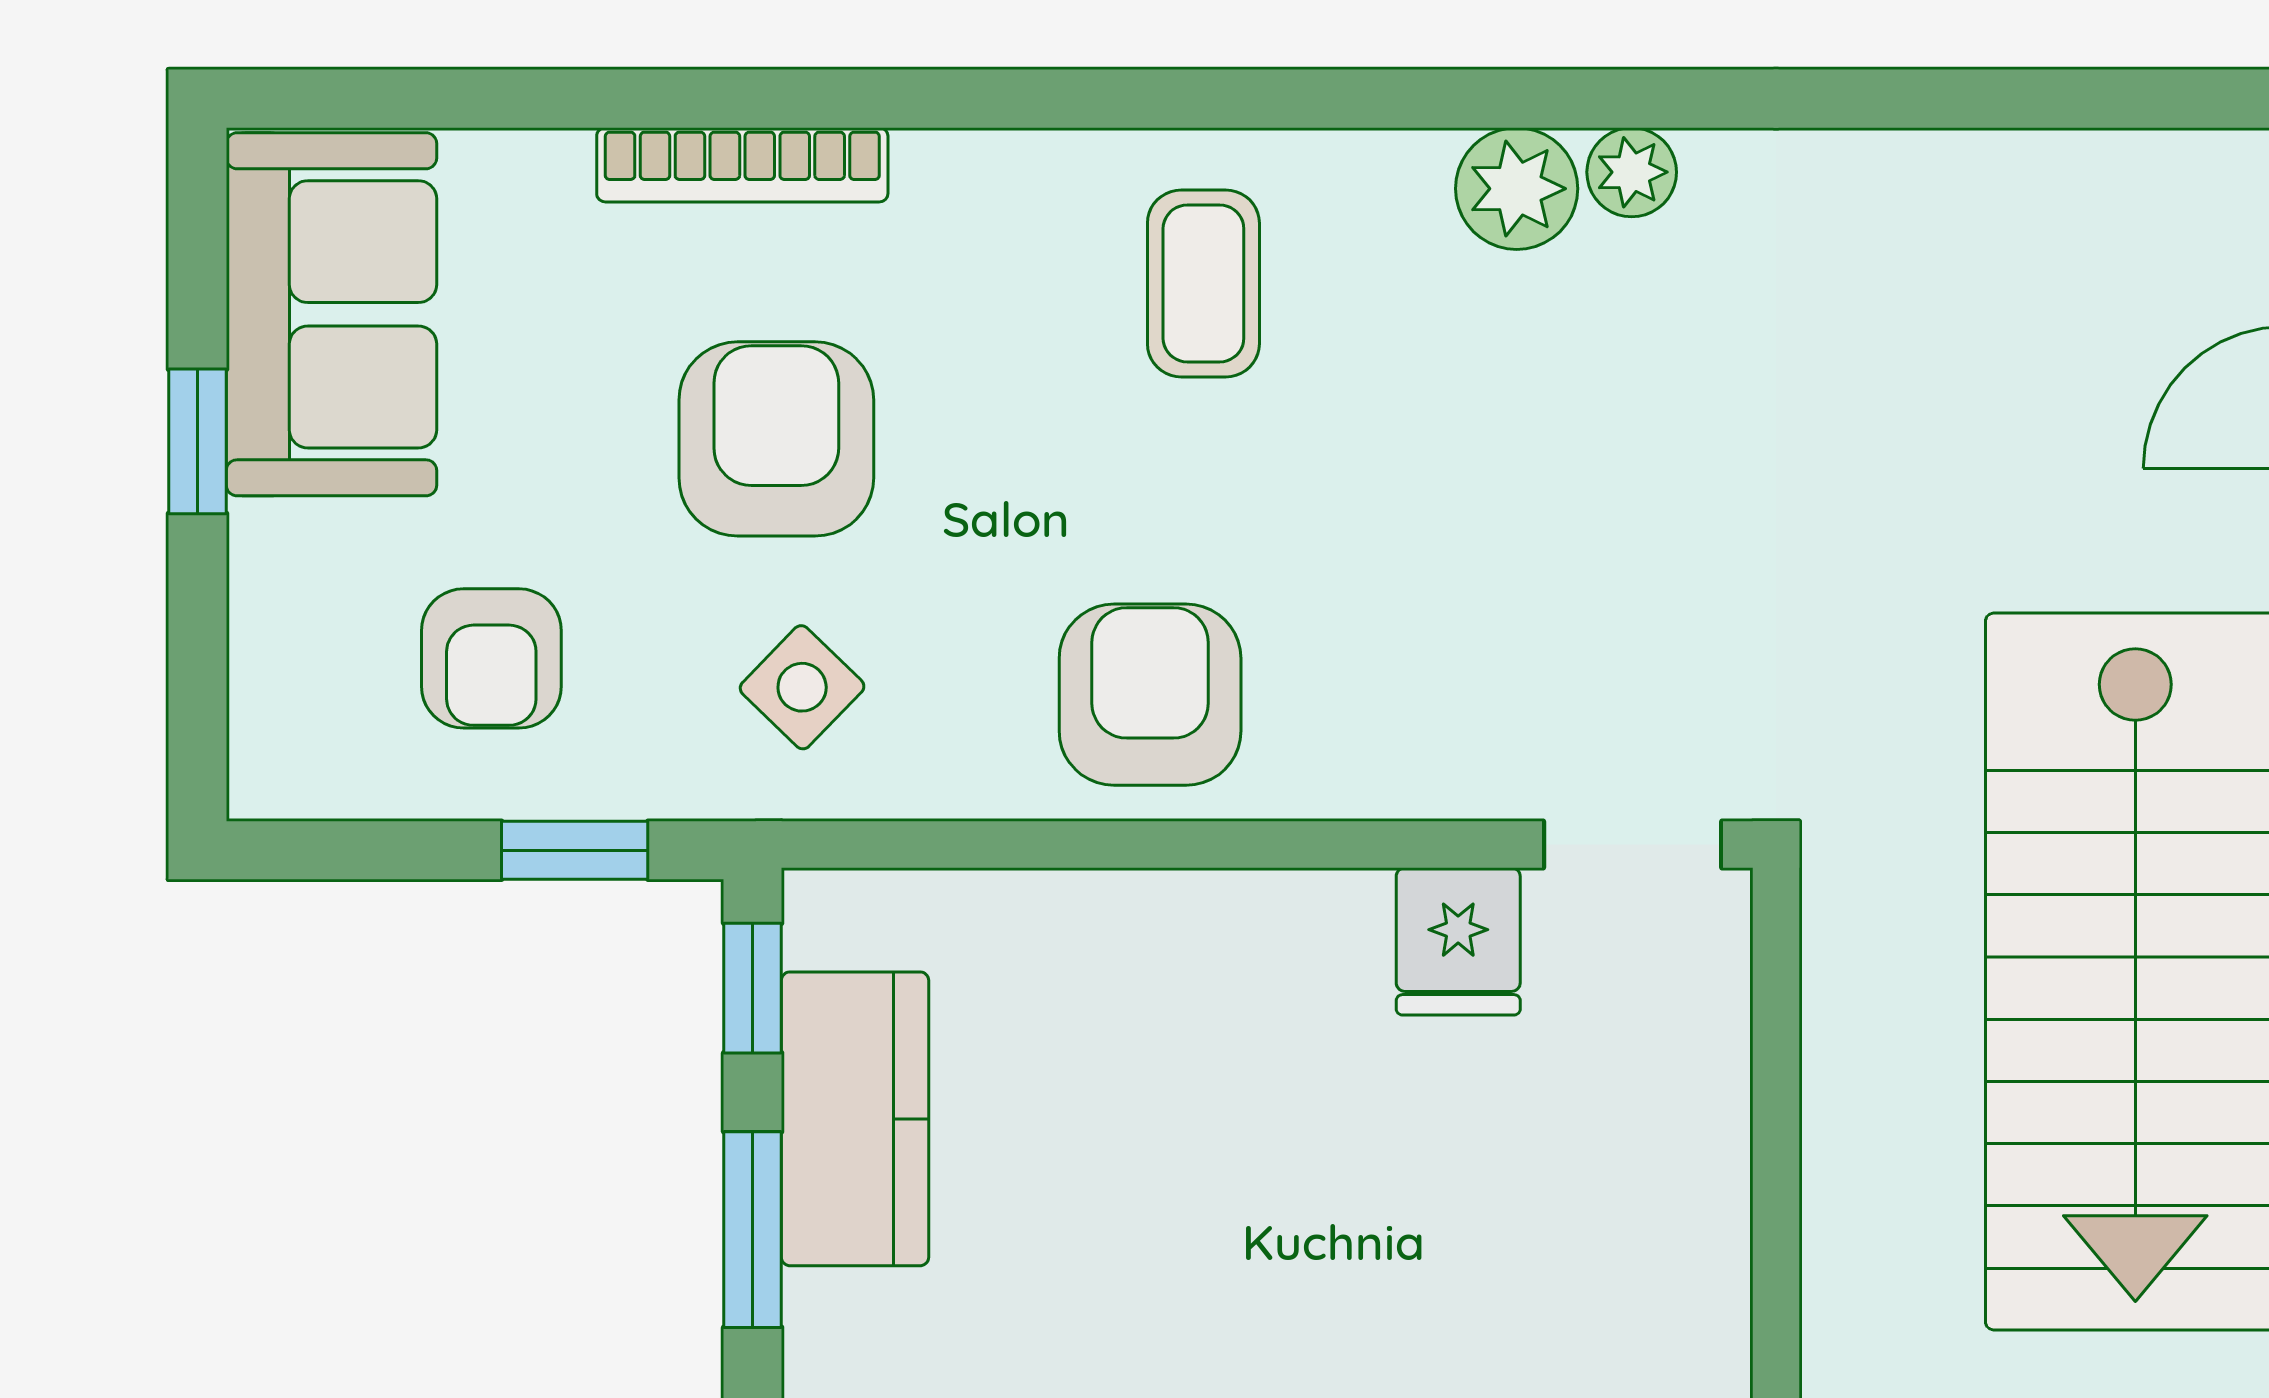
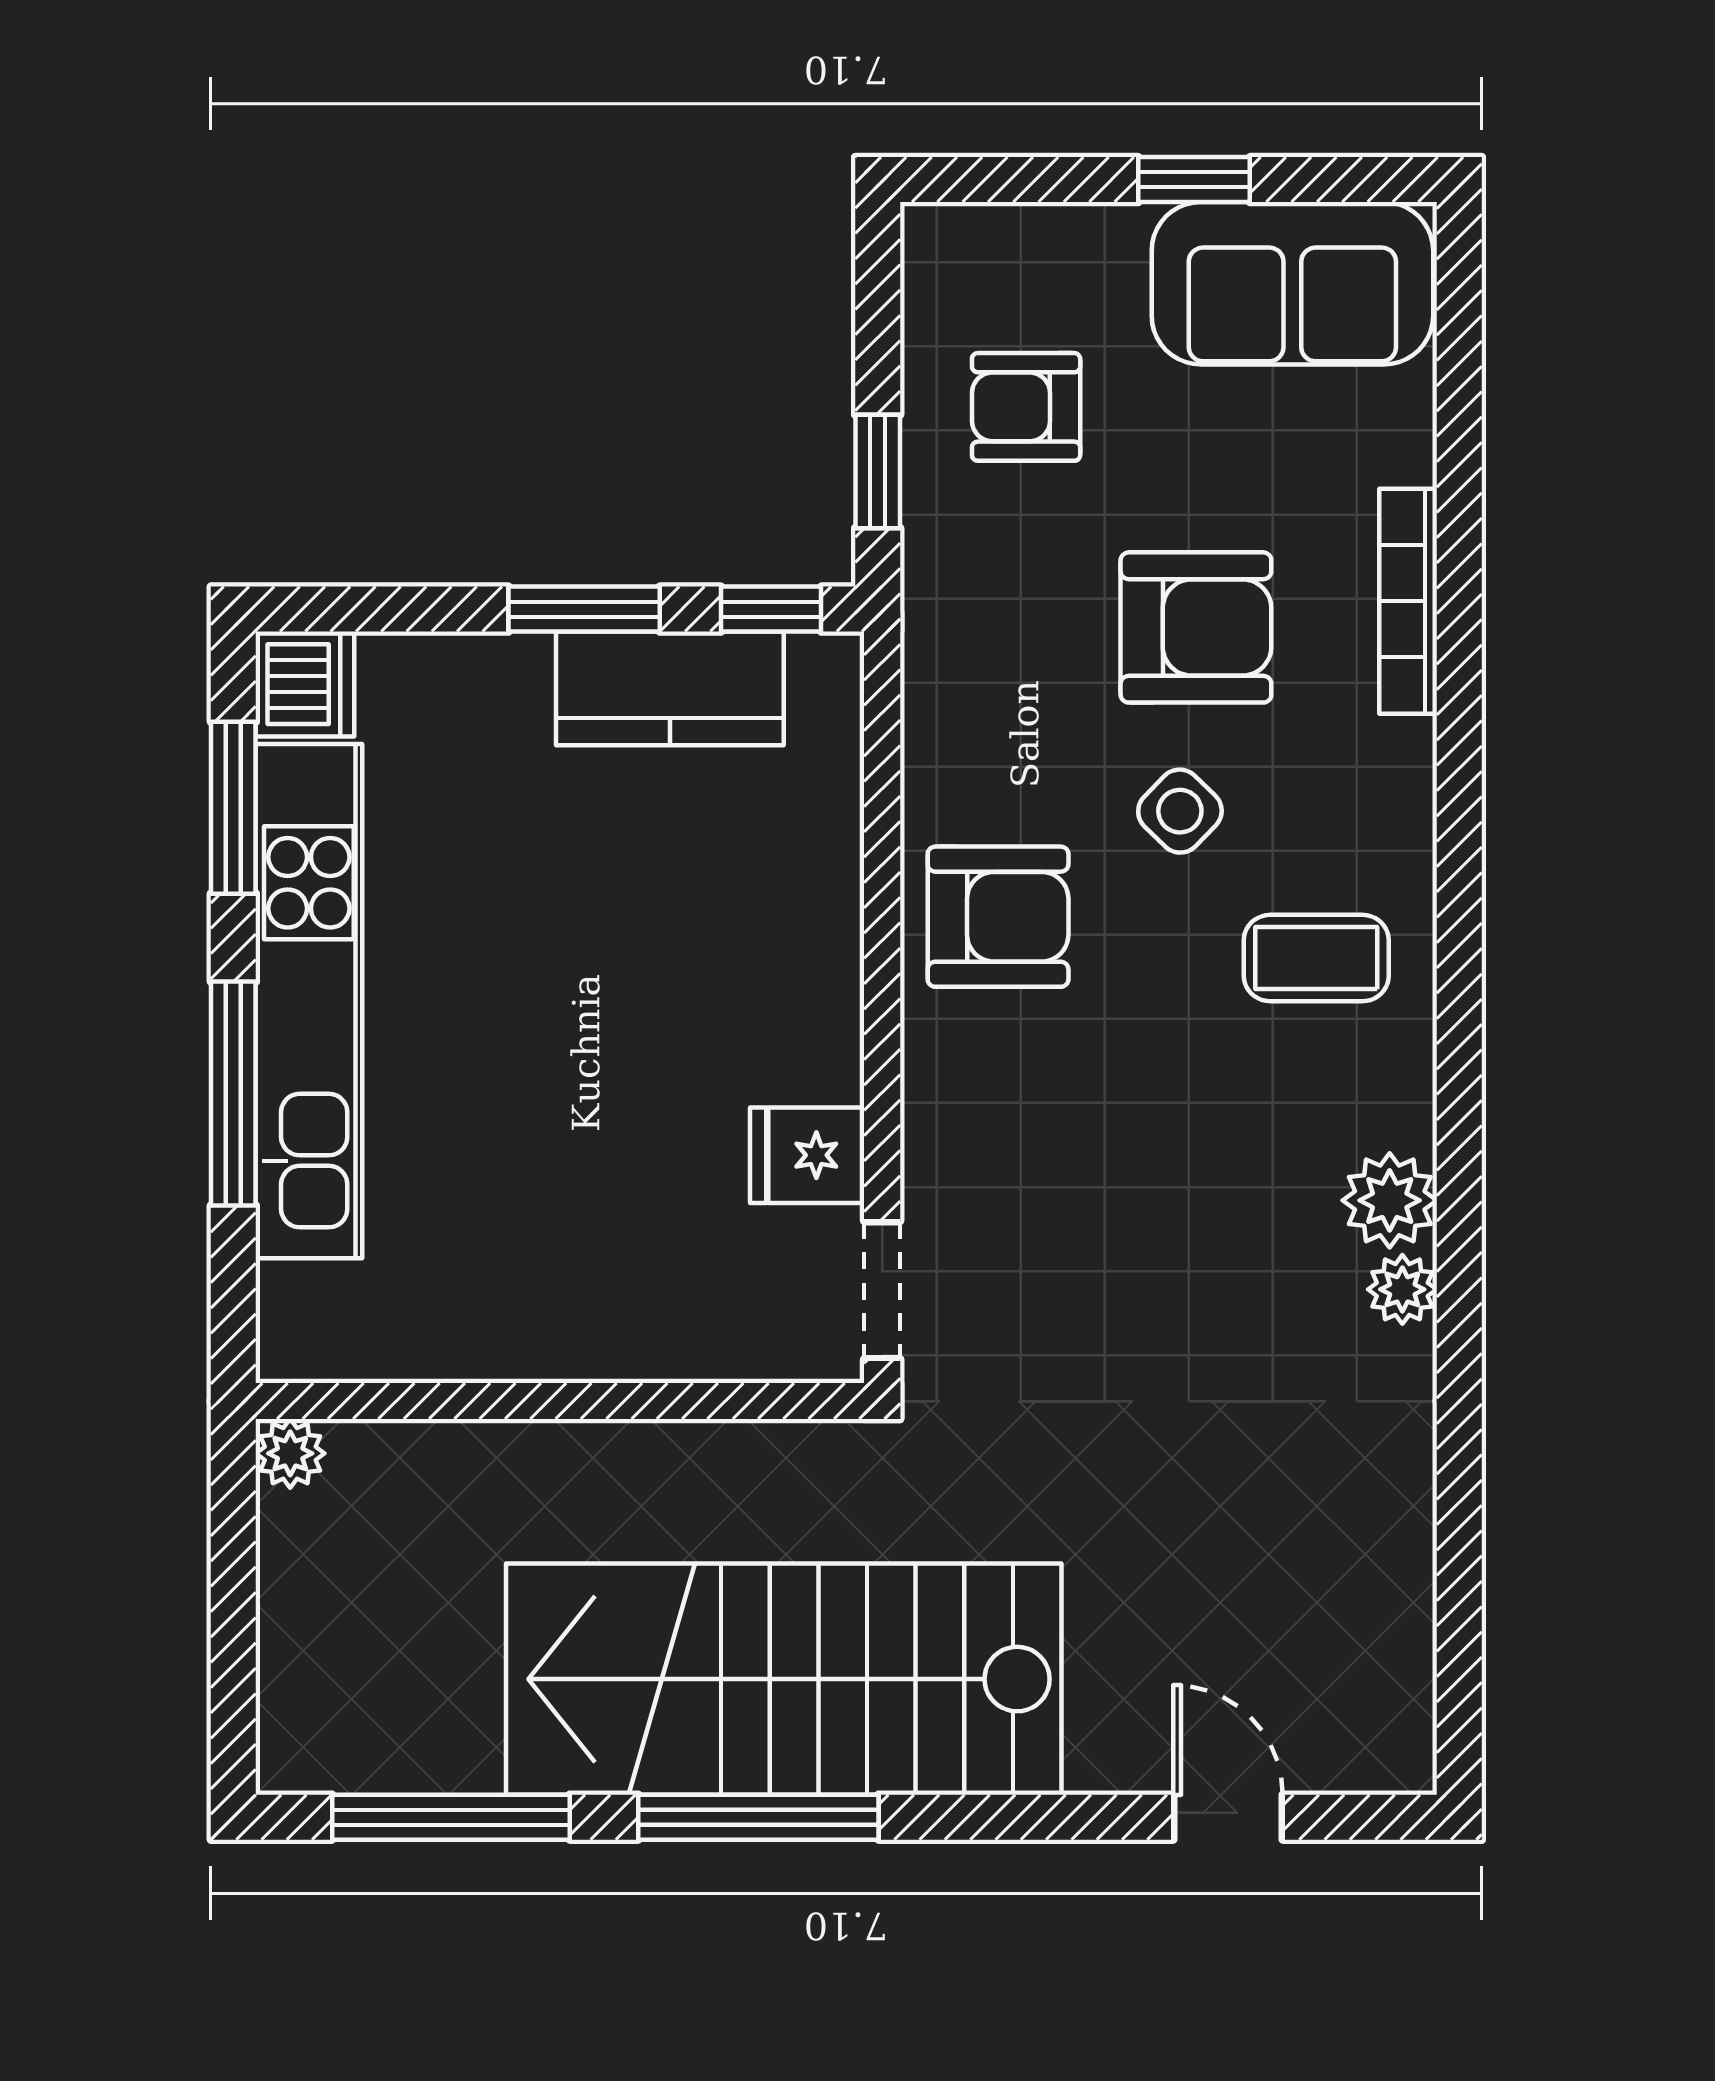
side table: (802, 687) -> (1180, 811), moved

